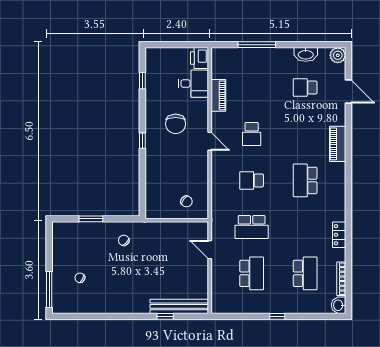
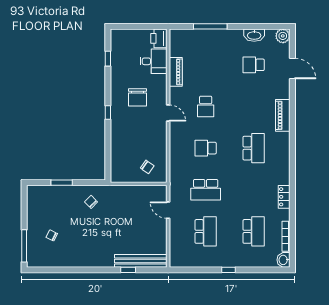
school desk: (305, 180) -> (254, 148), turned 180

